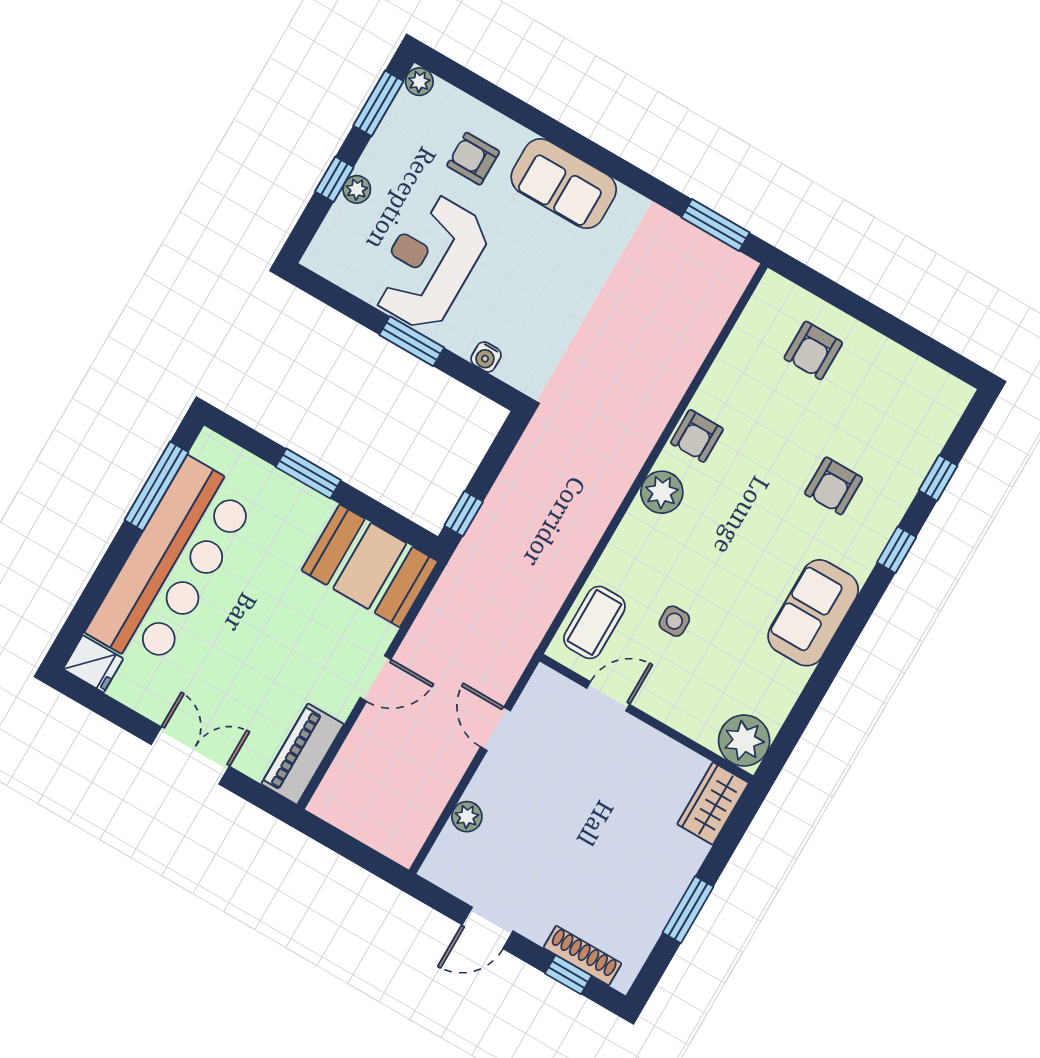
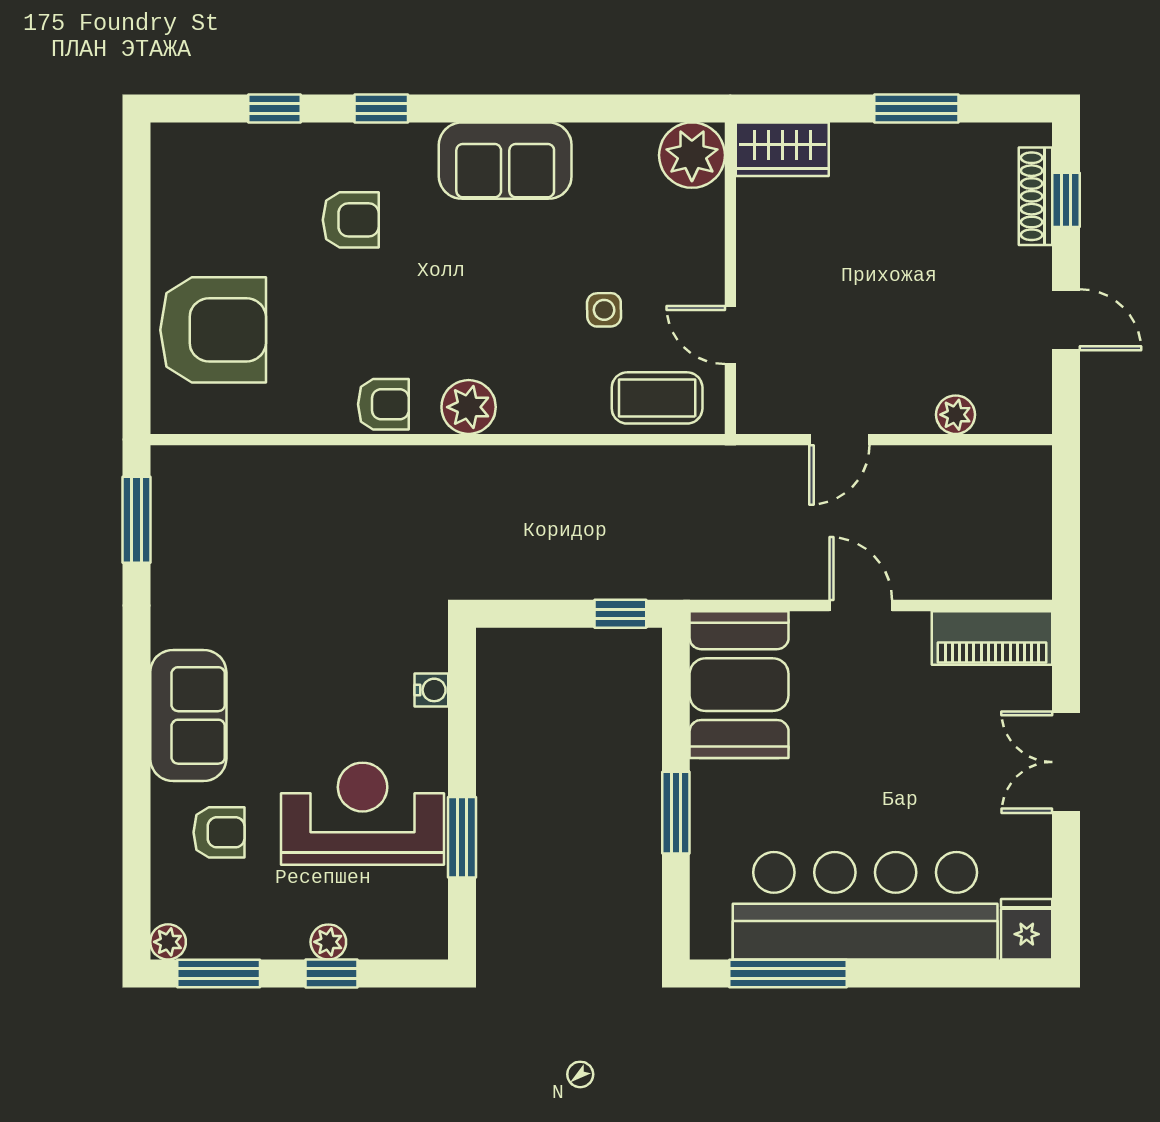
armchair: (473, 159) -> (219, 832), turned -90
reception desk: (430, 262) -> (363, 814), turned 180
window: (412, 341) -> (462, 837), moved
armchair: (813, 350) -> (213, 330), width x1.88, depth x1.88

